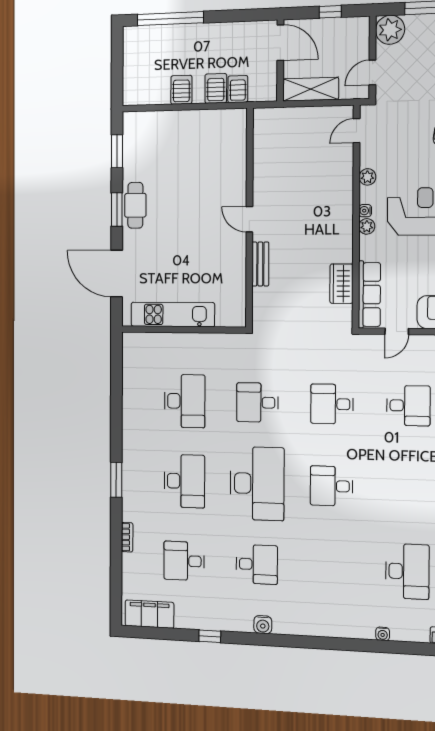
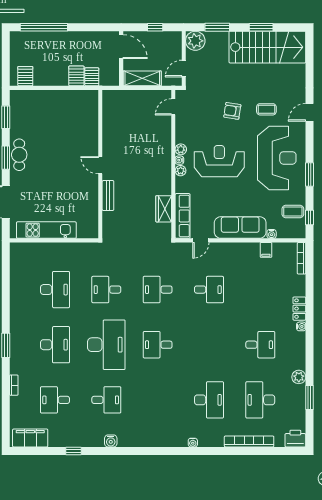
server rack: (181, 90) -> (25, 76), moved
plant: (367, 177) -> (181, 149), moved

